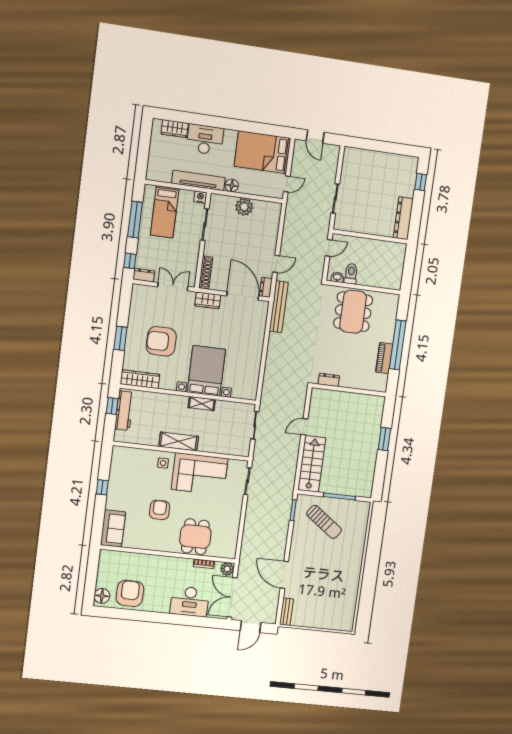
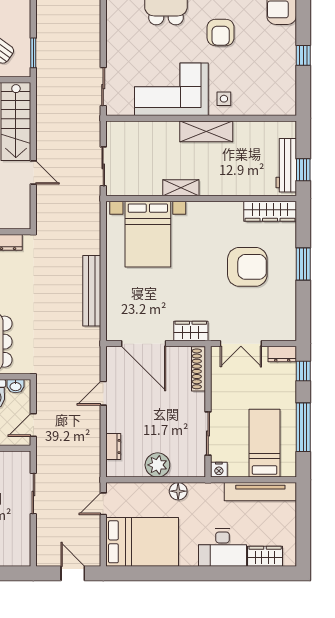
tv unit: (198, 180) -> (260, 492), moved
dresser: (266, 287) -> (113, 447), moved
bench: (279, 307) -> (92, 291), moved
bed with nightstands: (206, 371) -> (148, 234), moved
door: (304, 427) -> (33, 173), hinge flipped

